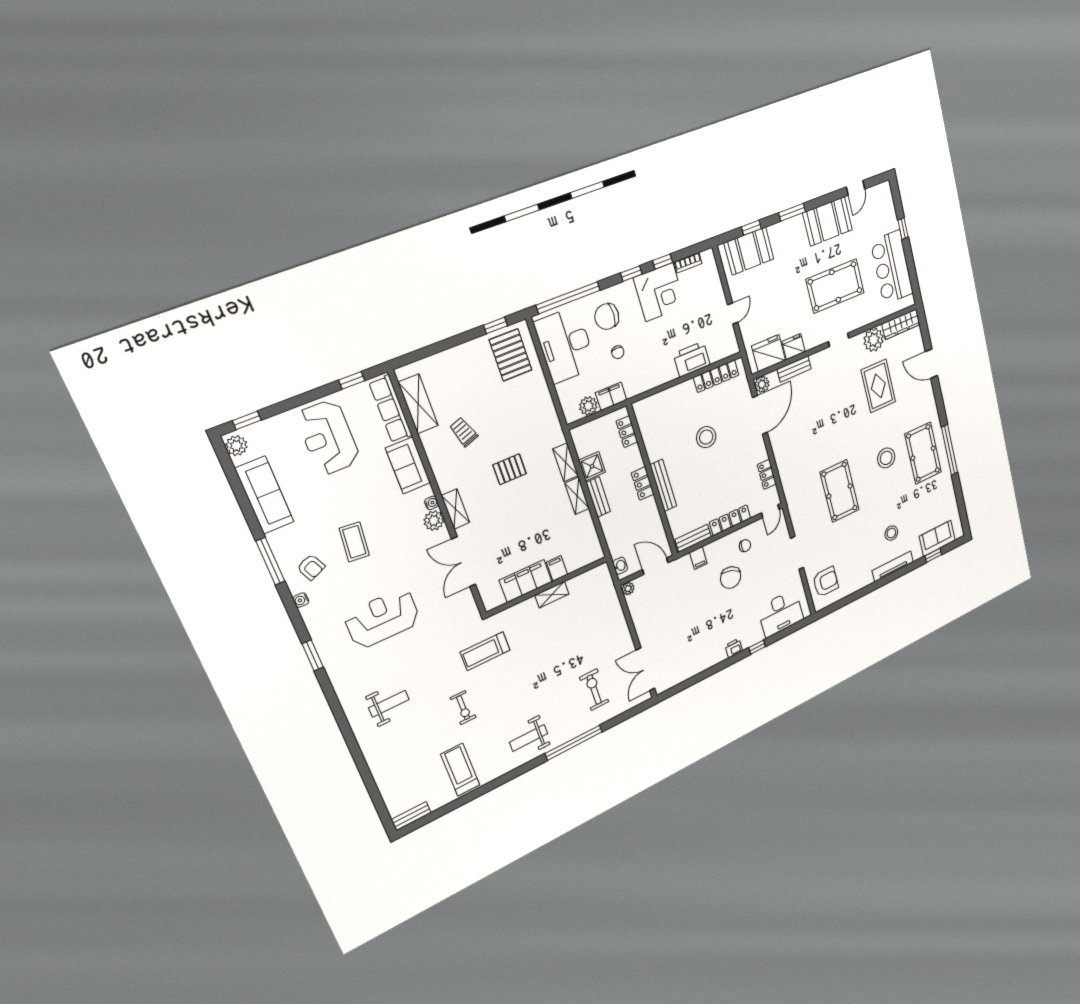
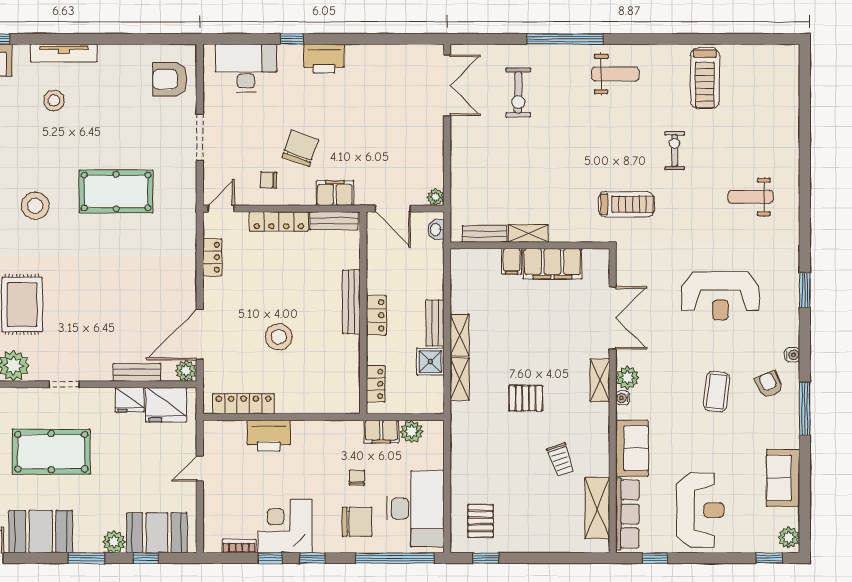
plant: (777, 232) -> (114, 542), added
pallet: (511, 355) -> (480, 521), width x0.67, depth x0.71
pool table: (840, 491) -> (116, 192), turned 90
sofa: (265, 495) -> (783, 478), width x0.73
filing cabinet: (698, 558) -> (335, 193), width x2.00
printer: (734, 648) -> (324, 59), width x1.87, depth x1.48
bench: (411, 816) -> (485, 234), moved

